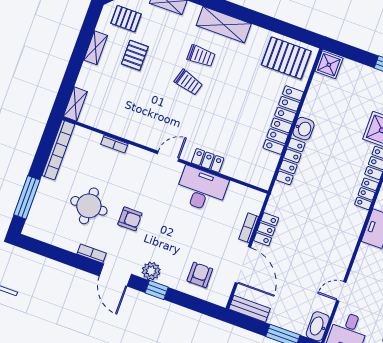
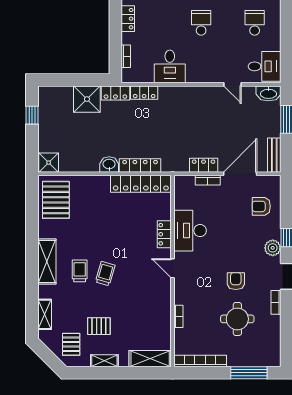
shelving: (75, 104) -> (150, 359), width x1.50, depth x1.33
locker: (283, 120) -> (141, 184), moved

